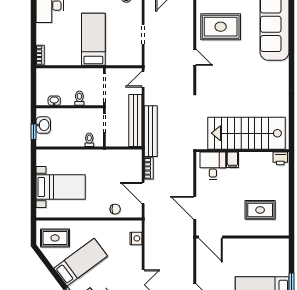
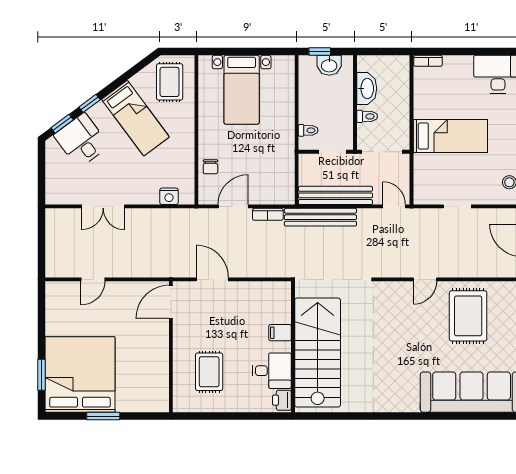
washbasin: (54, 101) -> (367, 88), width x1.91, depth x1.45
desk: (213, 166) -> (272, 371), moved
door: (195, 208) -> (212, 279), hinge flipped

